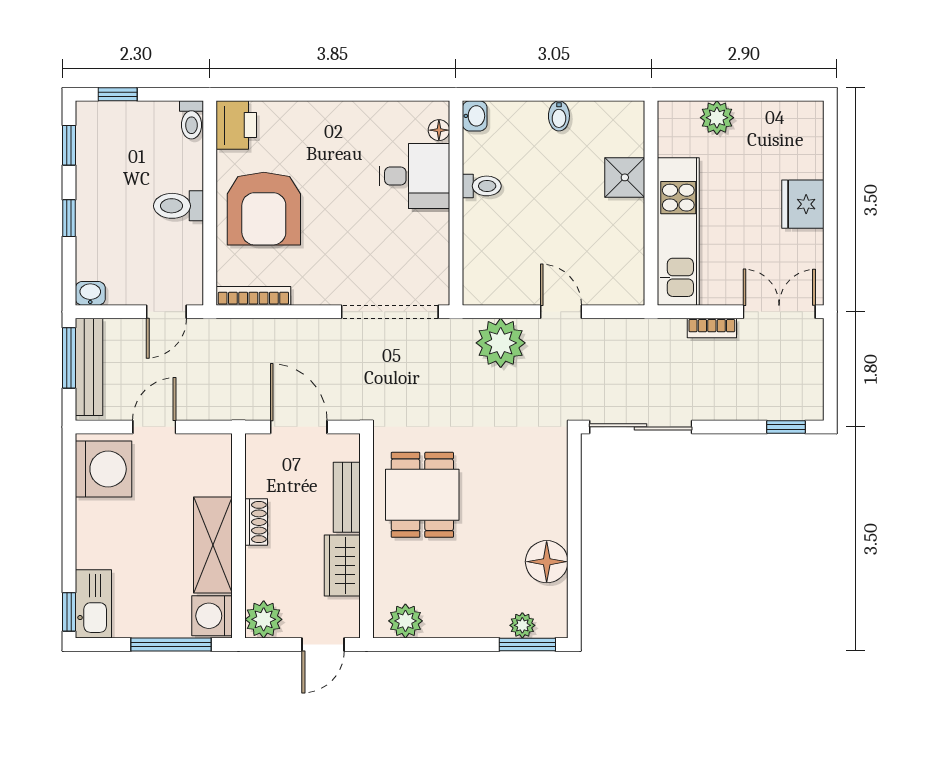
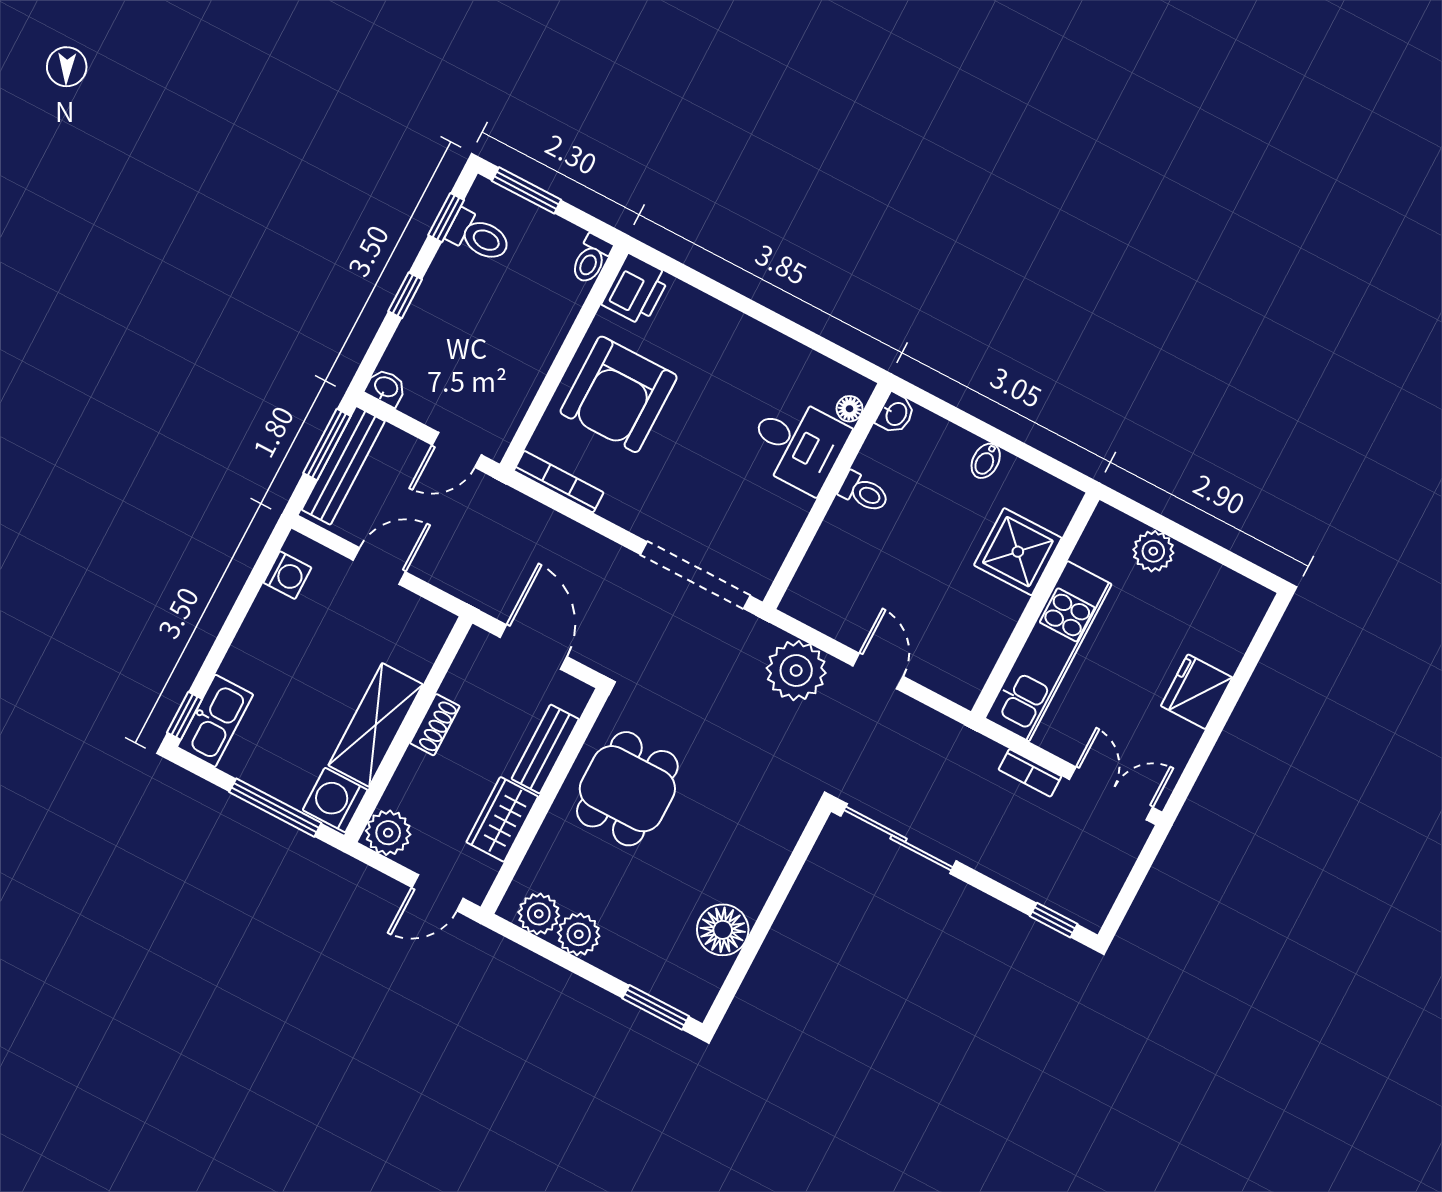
window: (118, 94) -> (527, 190), width x1.50
shower: (625, 177) -> (1018, 552), width x1.36, depth x1.36
toilet: (178, 206) -> (479, 236), moved, turned 180
washing machine: (104, 469) -> (287, 575), width x0.53, depth x0.53
plant: (522, 625) -> (579, 934), moved, width x1.38, depth x1.38

